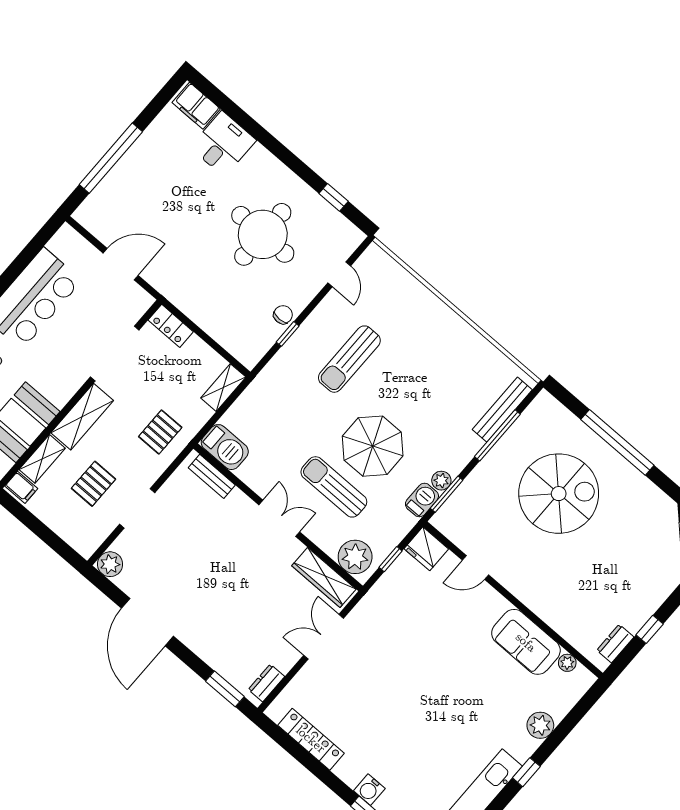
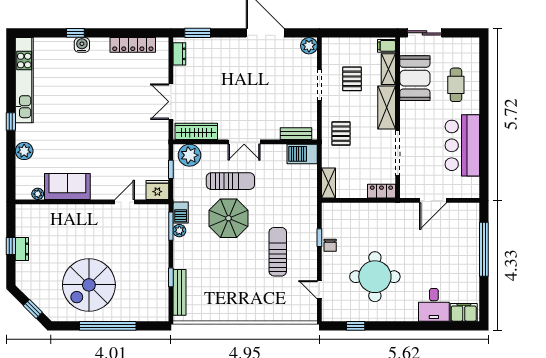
window: (497, 435) -> (171, 277), width x0.46
spiral stairs: (559, 494) -> (89, 285), moved
double door: (323, 637) -> (171, 102), swing flipped
dresser: (615, 644) -> (22, 249), moved

